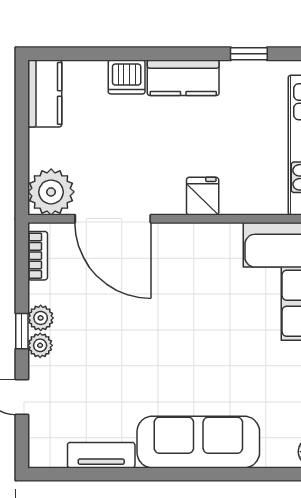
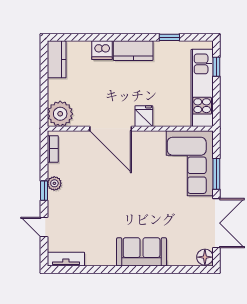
door: (113, 219) -> (111, 129), moved
plant: (40, 345) -> (54, 198), removed
sofa: (198, 442) -> (142, 252), width x0.73
tv unit: (101, 455) -> (66, 259), moved

